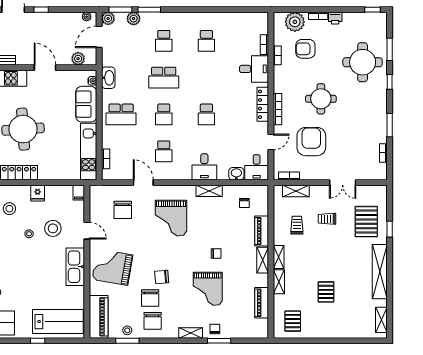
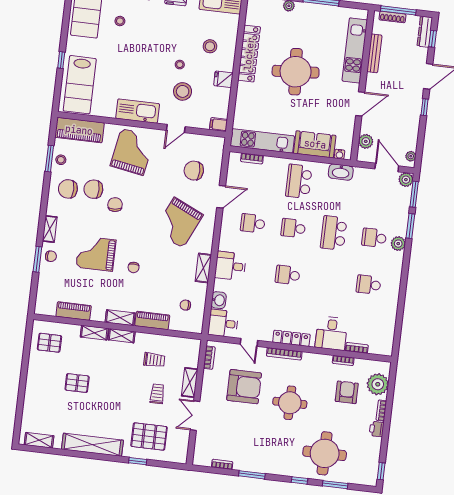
plant: (134, 19) -> (398, 244), moved
shelving: (296, 191) -> (190, 383), moved
grand piano: (171, 218) -> (178, 223), turned -65

